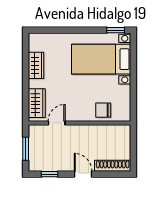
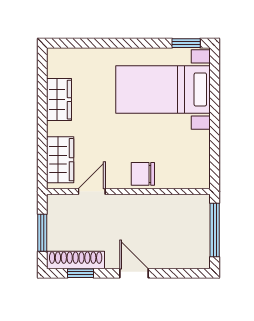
chair: (103, 110) -> (143, 174), moved
window: (133, 147) -> (215, 230), added
shoe rack: (113, 166) -> (76, 260), moved

